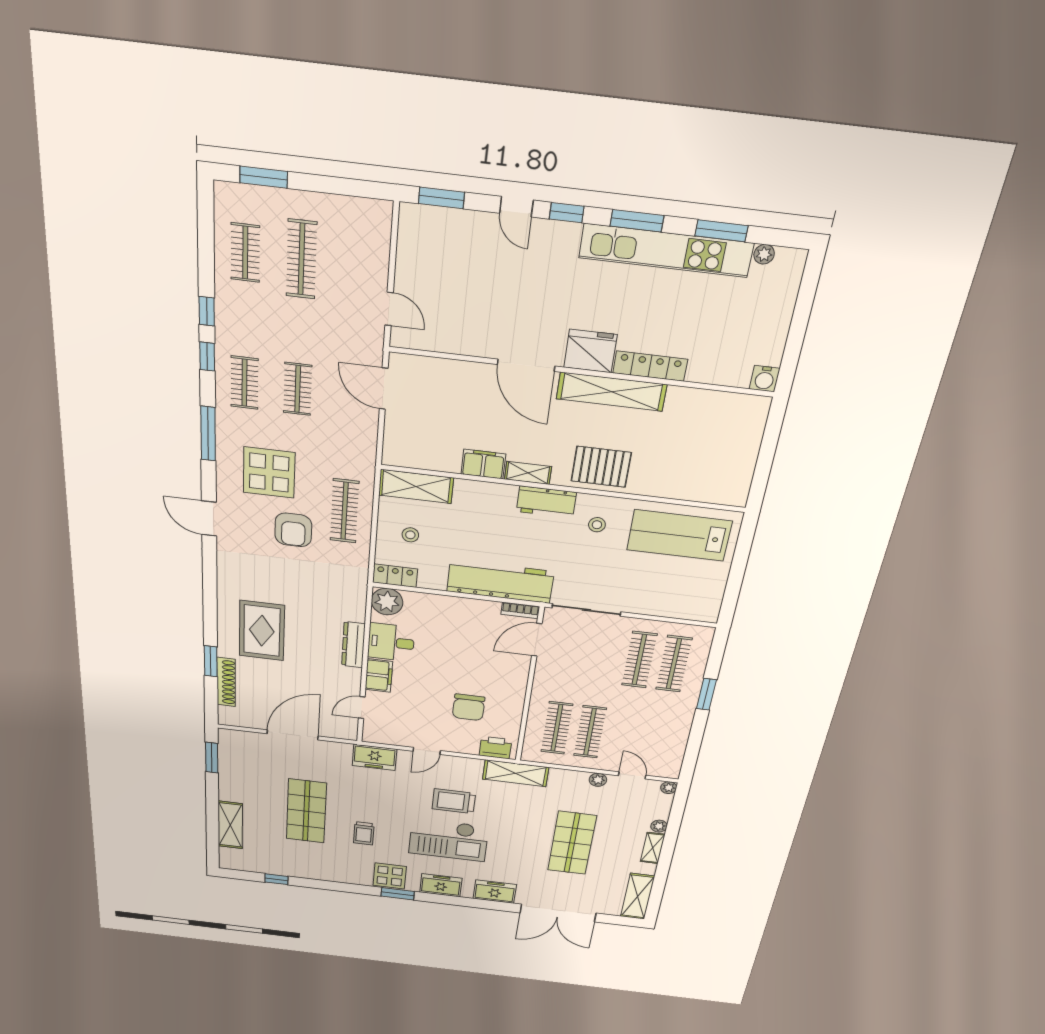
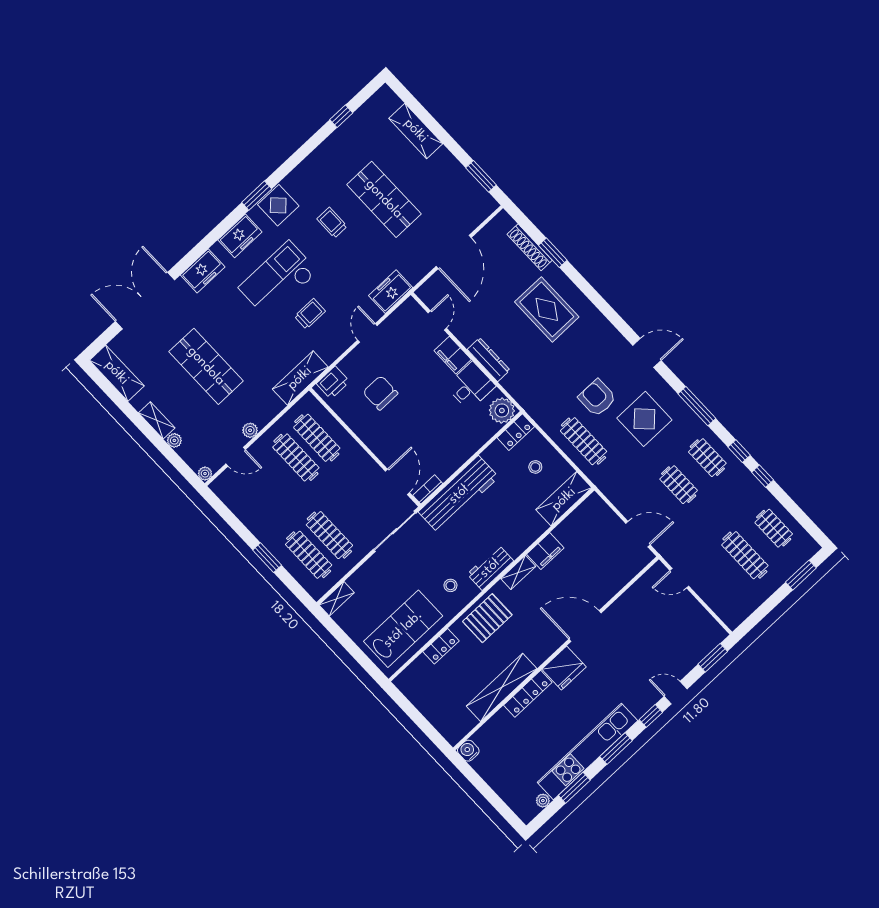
shelving: (611, 392) -> (502, 687), moved
locker: (668, 488) -> (441, 646), added
shelving: (698, 613) -> (337, 599), added
trolley: (454, 801) -> (310, 314), width x0.73, depth x0.72

